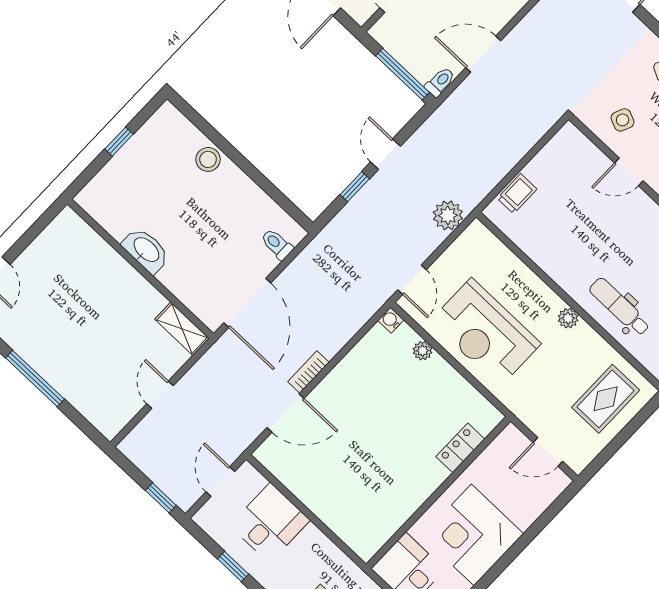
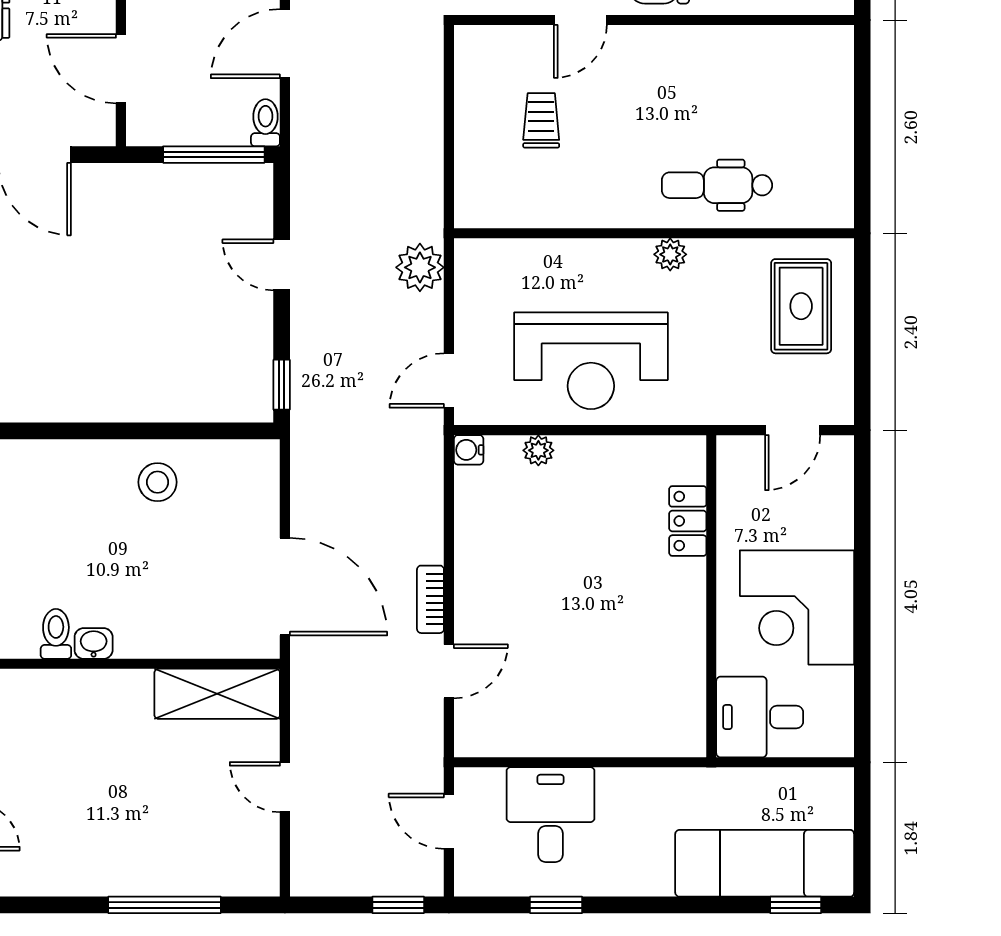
stool: (208, 159) -> (158, 482), moved
window: (355, 187) -> (282, 385), moved
trolley: (517, 194) -> (541, 120), moved
toilet: (277, 244) -> (56, 634), moved, turned 90
washbasin: (146, 250) -> (94, 643), width x0.52, depth x0.69
door: (412, 280) -> (449, 380), swing flipped
shelving: (182, 329) -> (217, 694), width x1.50, depth x1.33
window: (35, 378) -> (164, 905), moved
door: (286, 413) -> (449, 671), width x0.73

